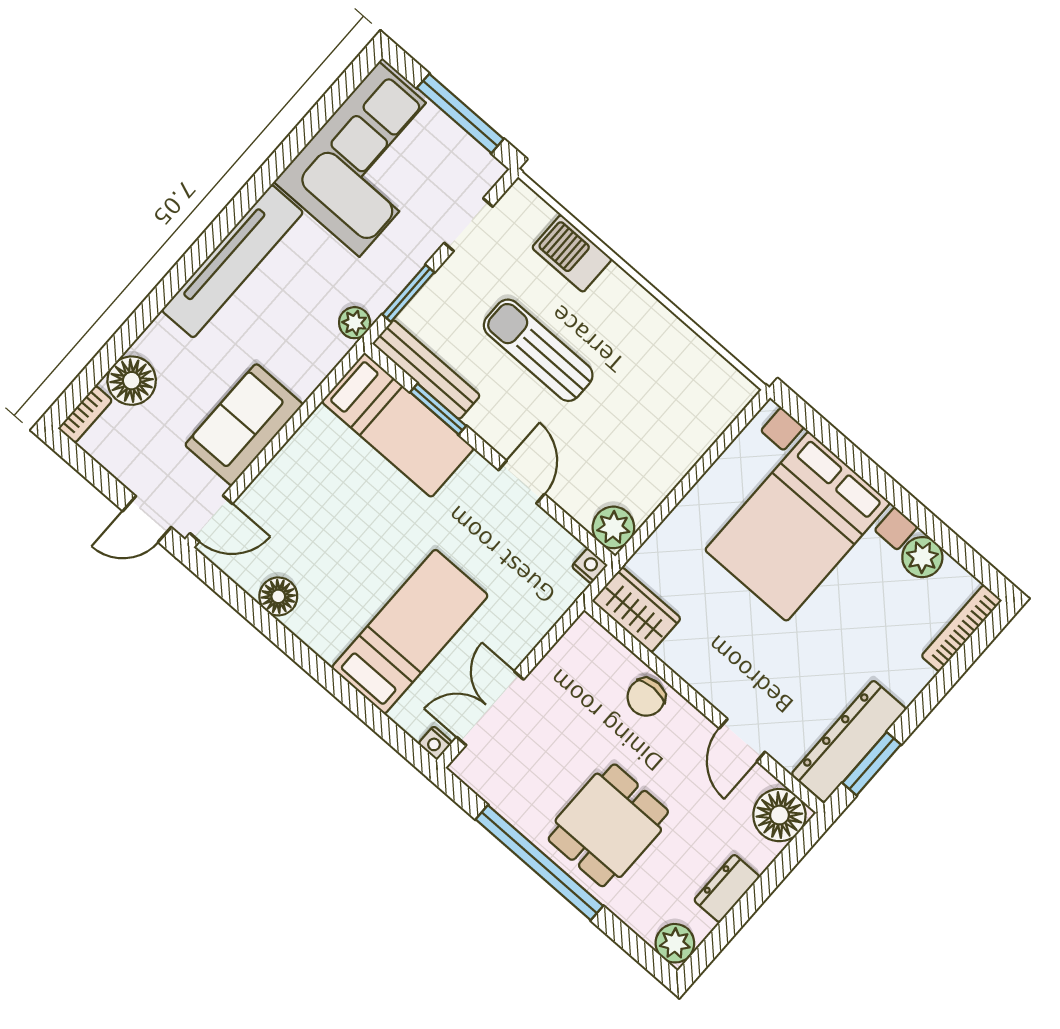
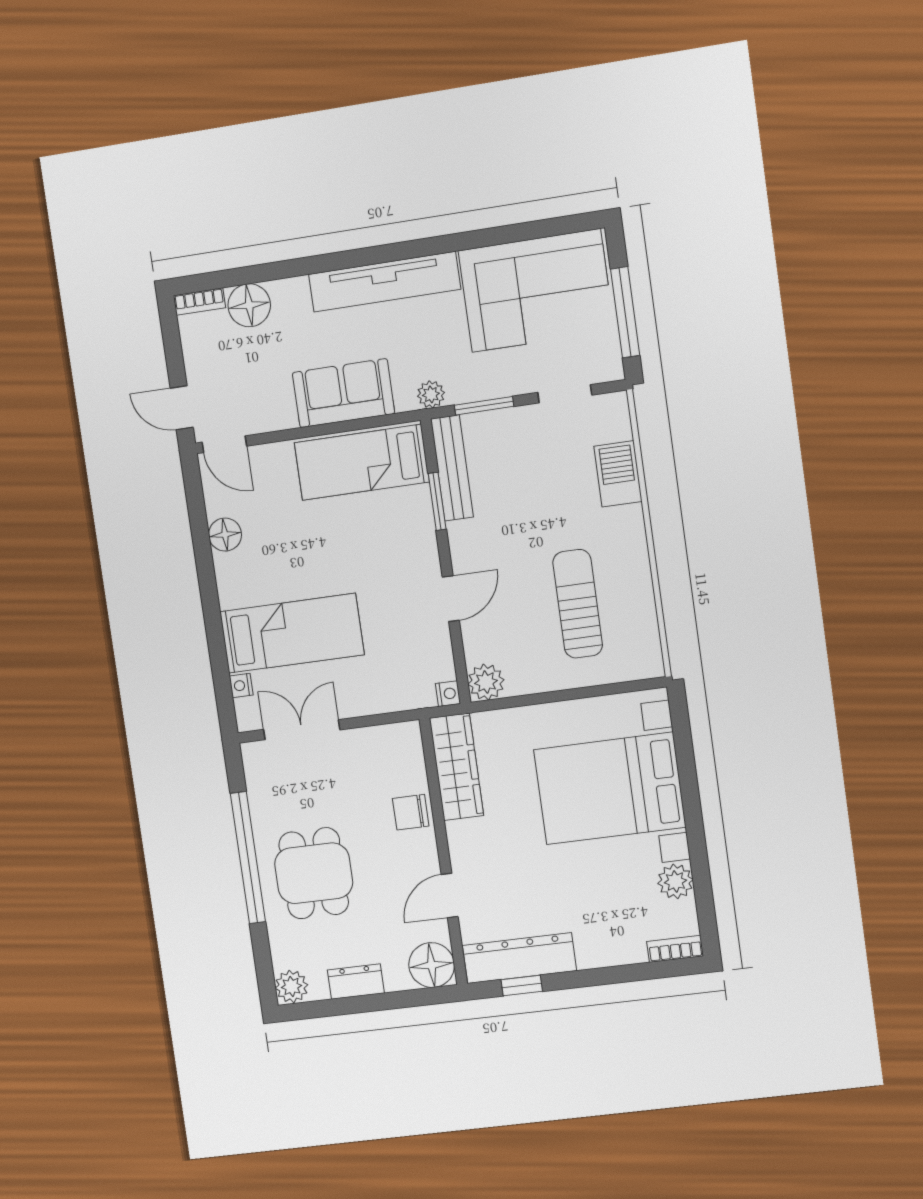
sun lounger: (538, 350) -> (578, 604), moved
sofa: (244, 425) -> (343, 393), moved
bed: (398, 425) -> (362, 462), moved, turned 90
wardrobe: (637, 610) -> (457, 767), width x1.50
bookcase: (961, 628) -> (675, 949), width x0.64
nightstand: (435, 743) -> (241, 685), moved
window: (872, 764) -> (522, 986), width x0.67
dining table: (608, 825) -> (314, 873), turned 90

